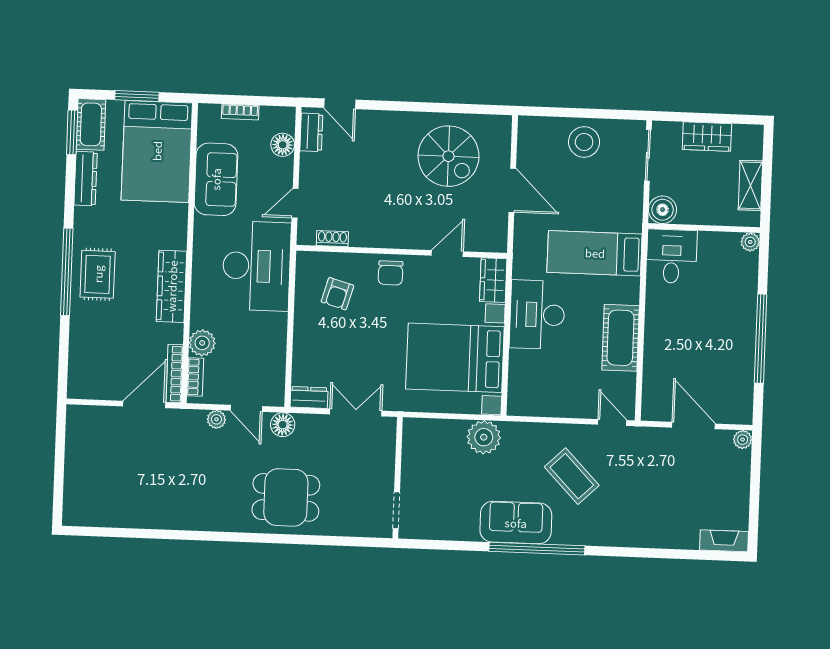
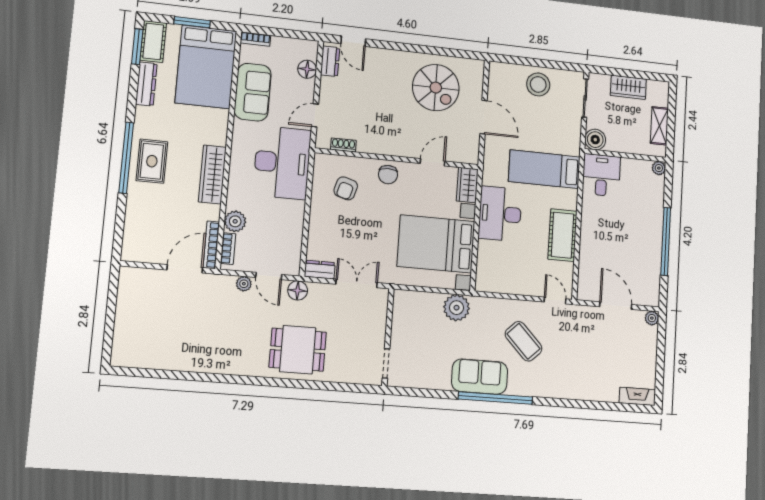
bookcase: (240, 112) -> (255, 39), moved

